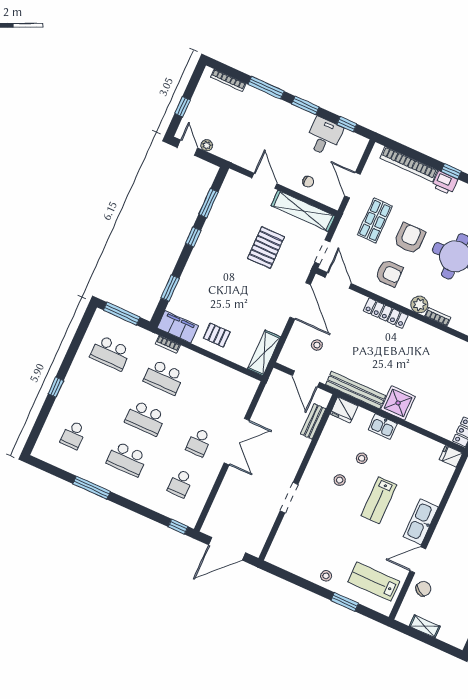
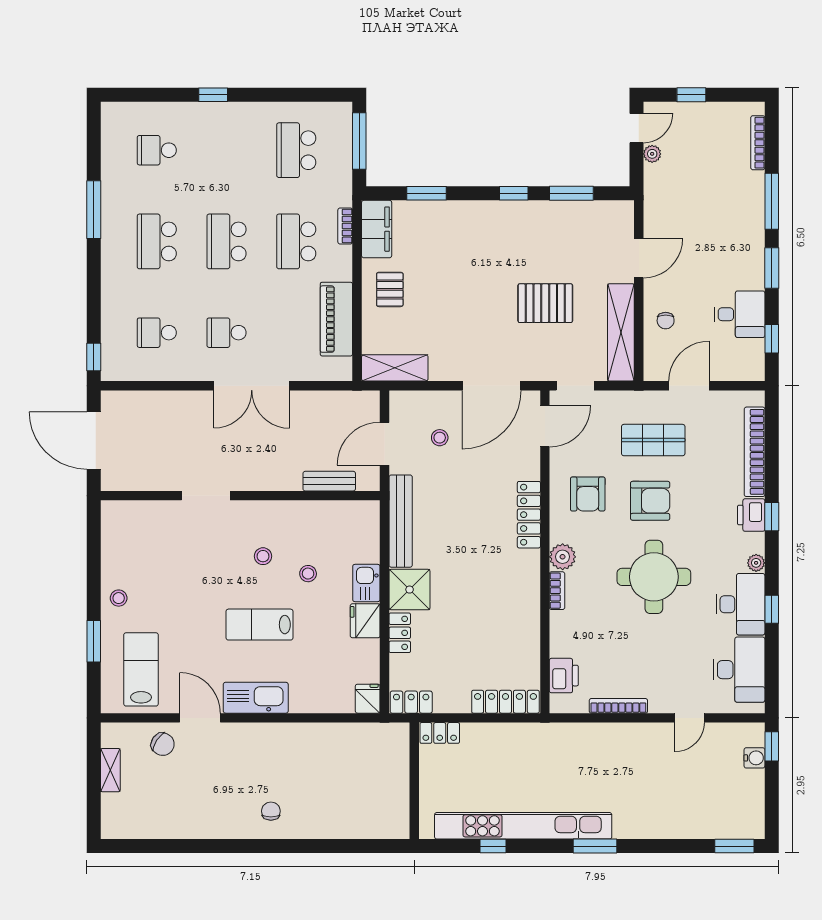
piano: (220, 374) -> (336, 319), added
fridge: (344, 410) -> (365, 621), moved
locker: (421, 420) -> (400, 633), added

